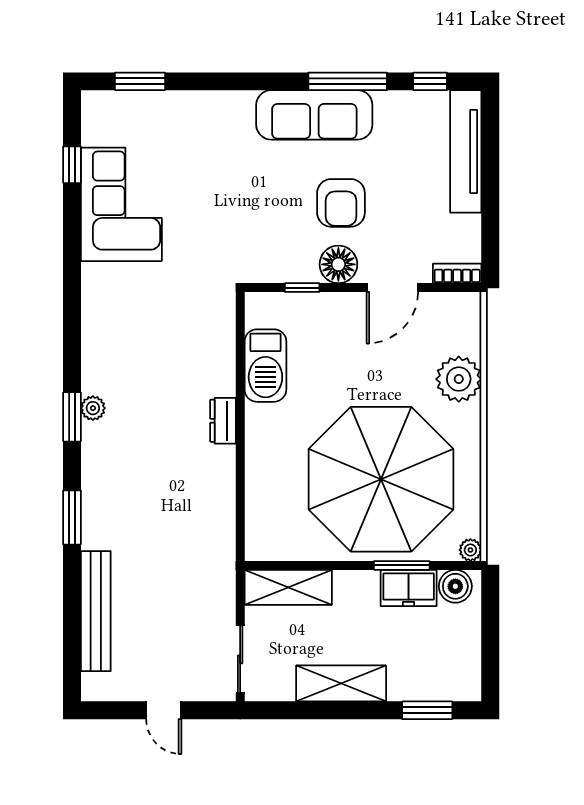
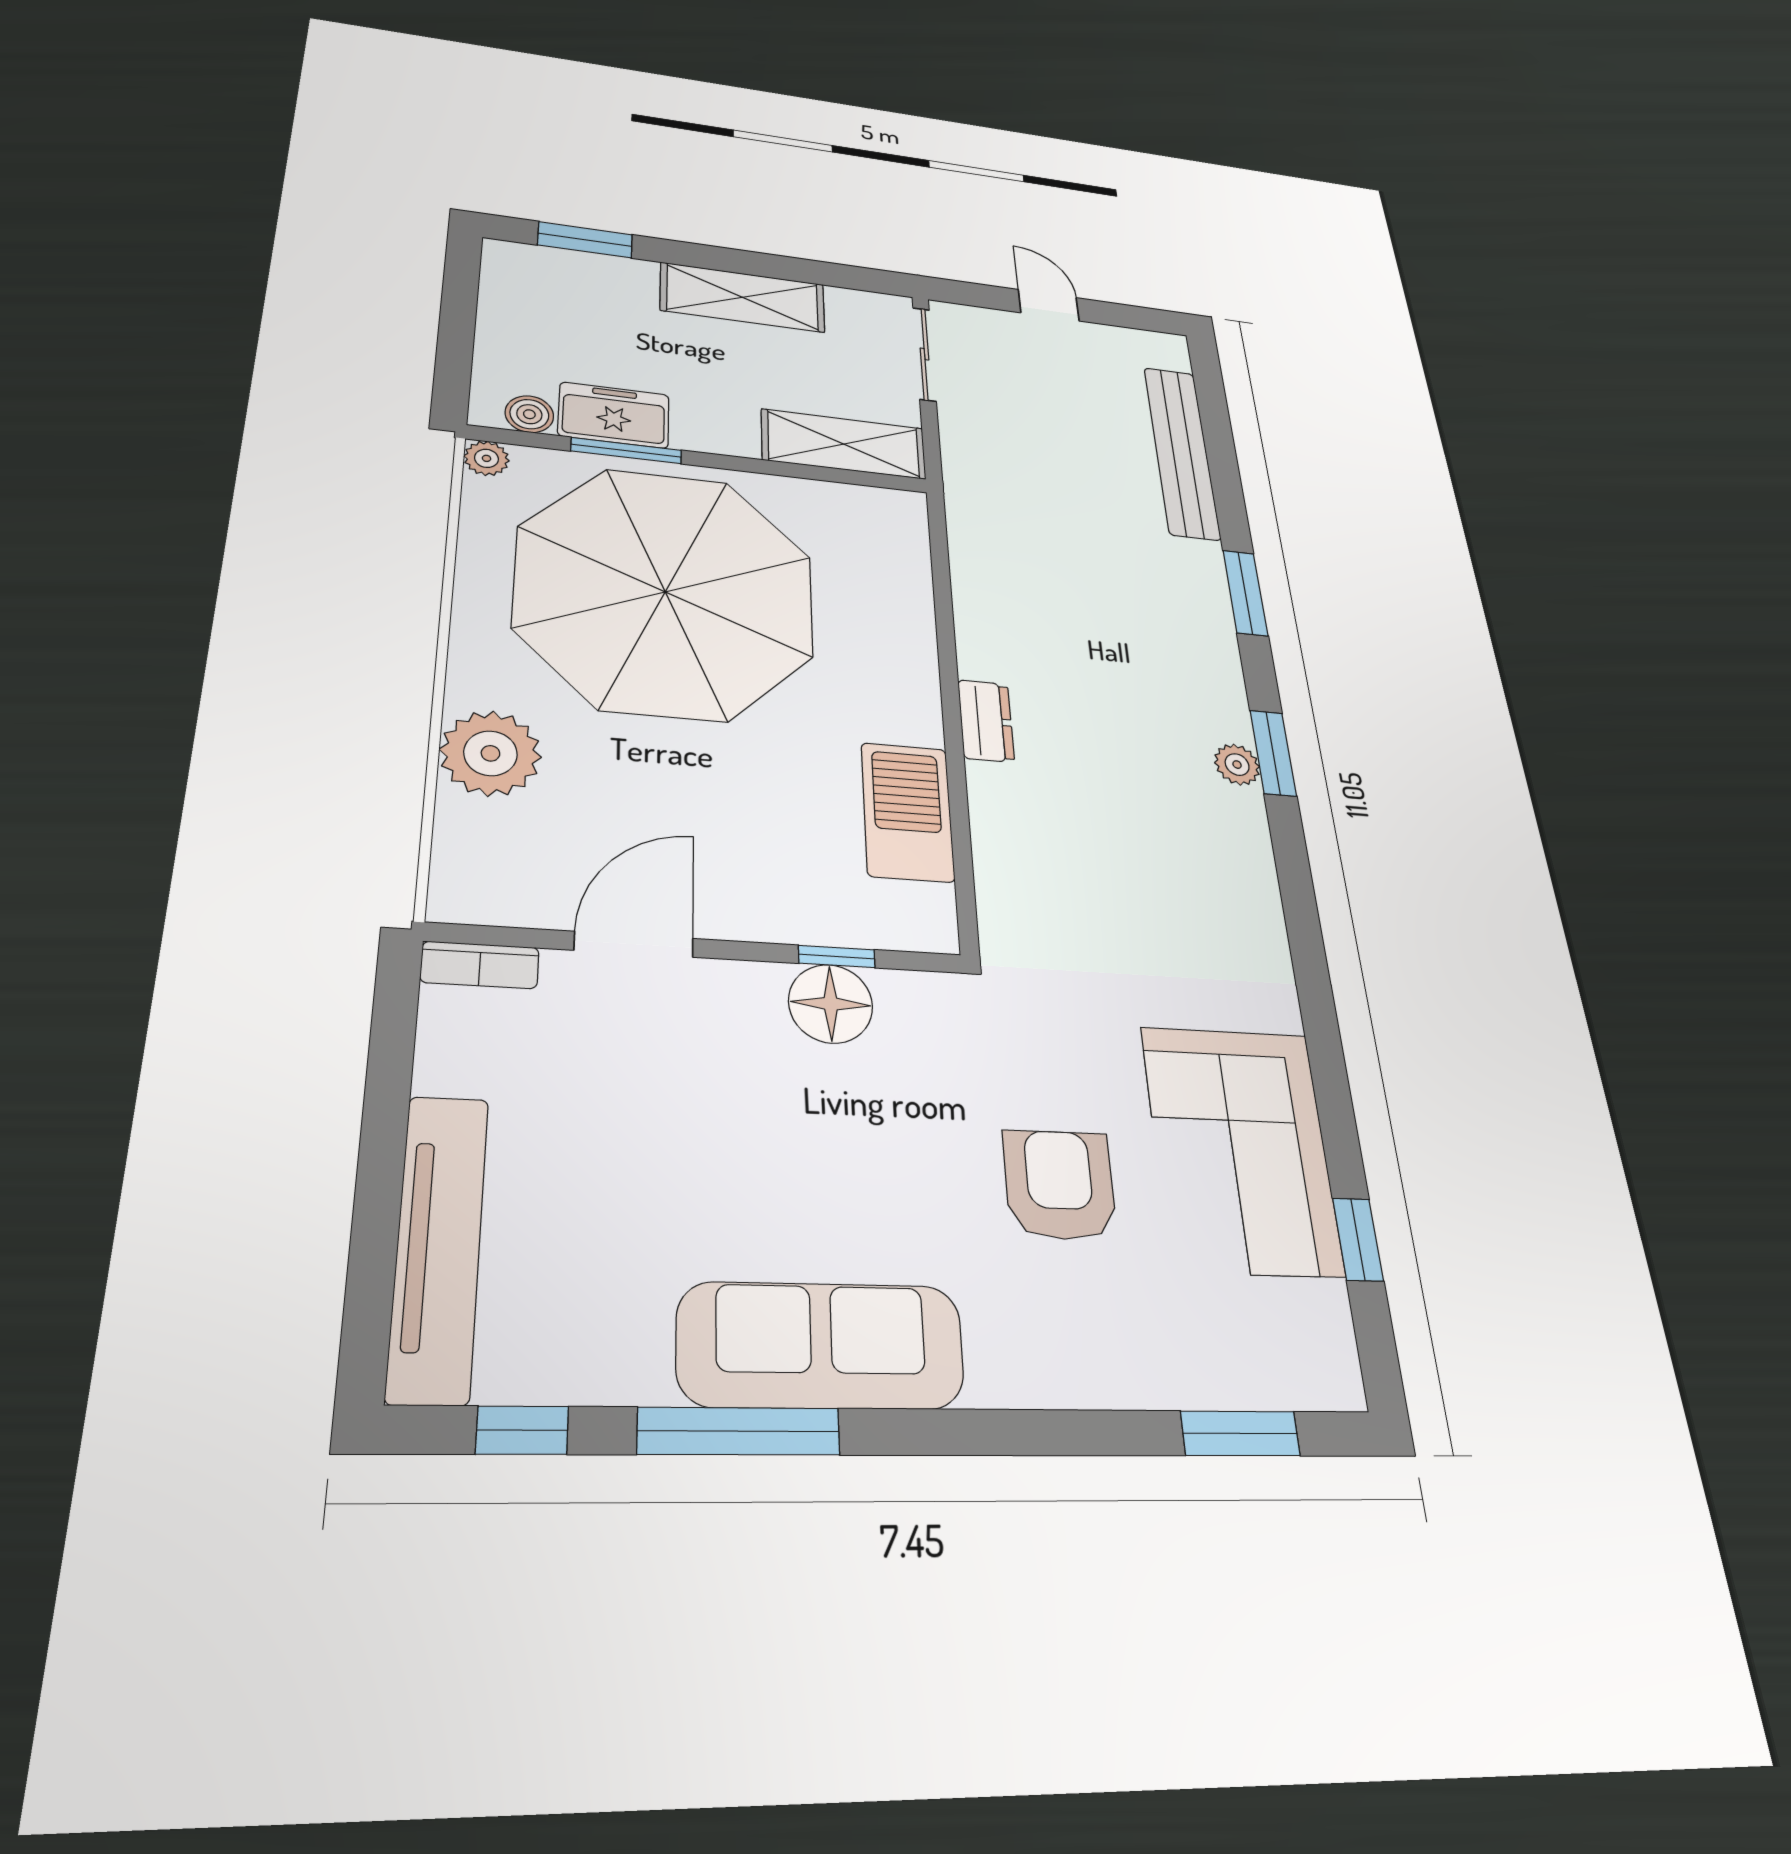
armchair: (341, 203) -> (1060, 1185), moved
floor lamp: (338, 264) -> (831, 1004), moved
boiler: (455, 586) -> (529, 414), width x0.73, depth x0.73

